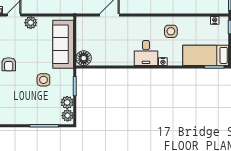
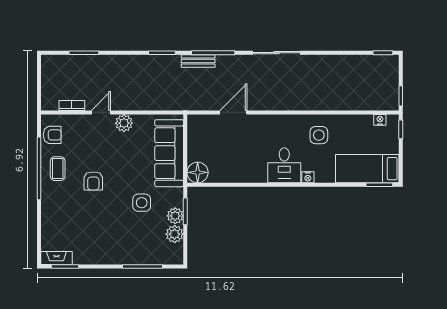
plant: (68, 116) -> (175, 216), moved

